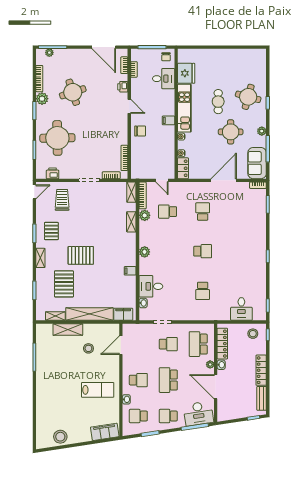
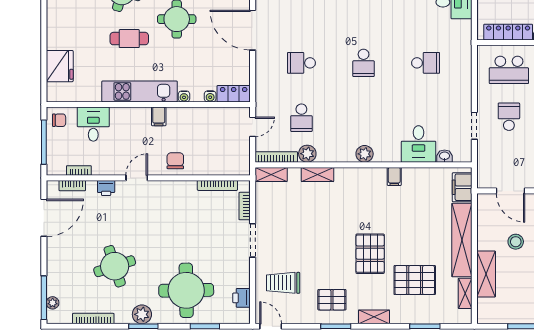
fridge: (186, 73) -> (60, 66), moved, turned 90
plant: (42, 99) -> (142, 314), moved
school desk: (203, 251) -> (364, 63), turned 180

